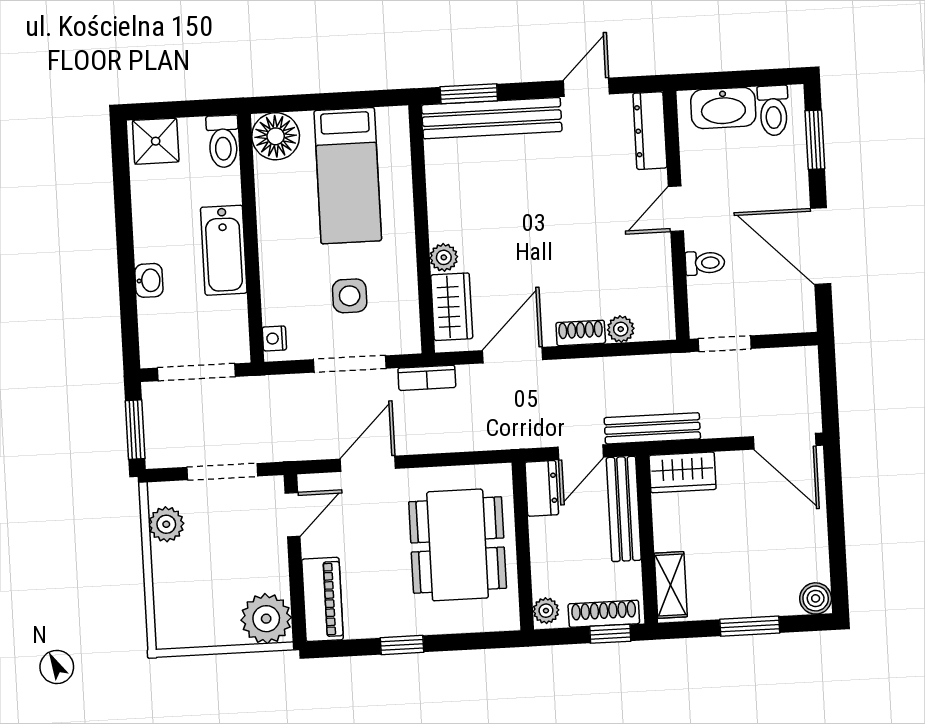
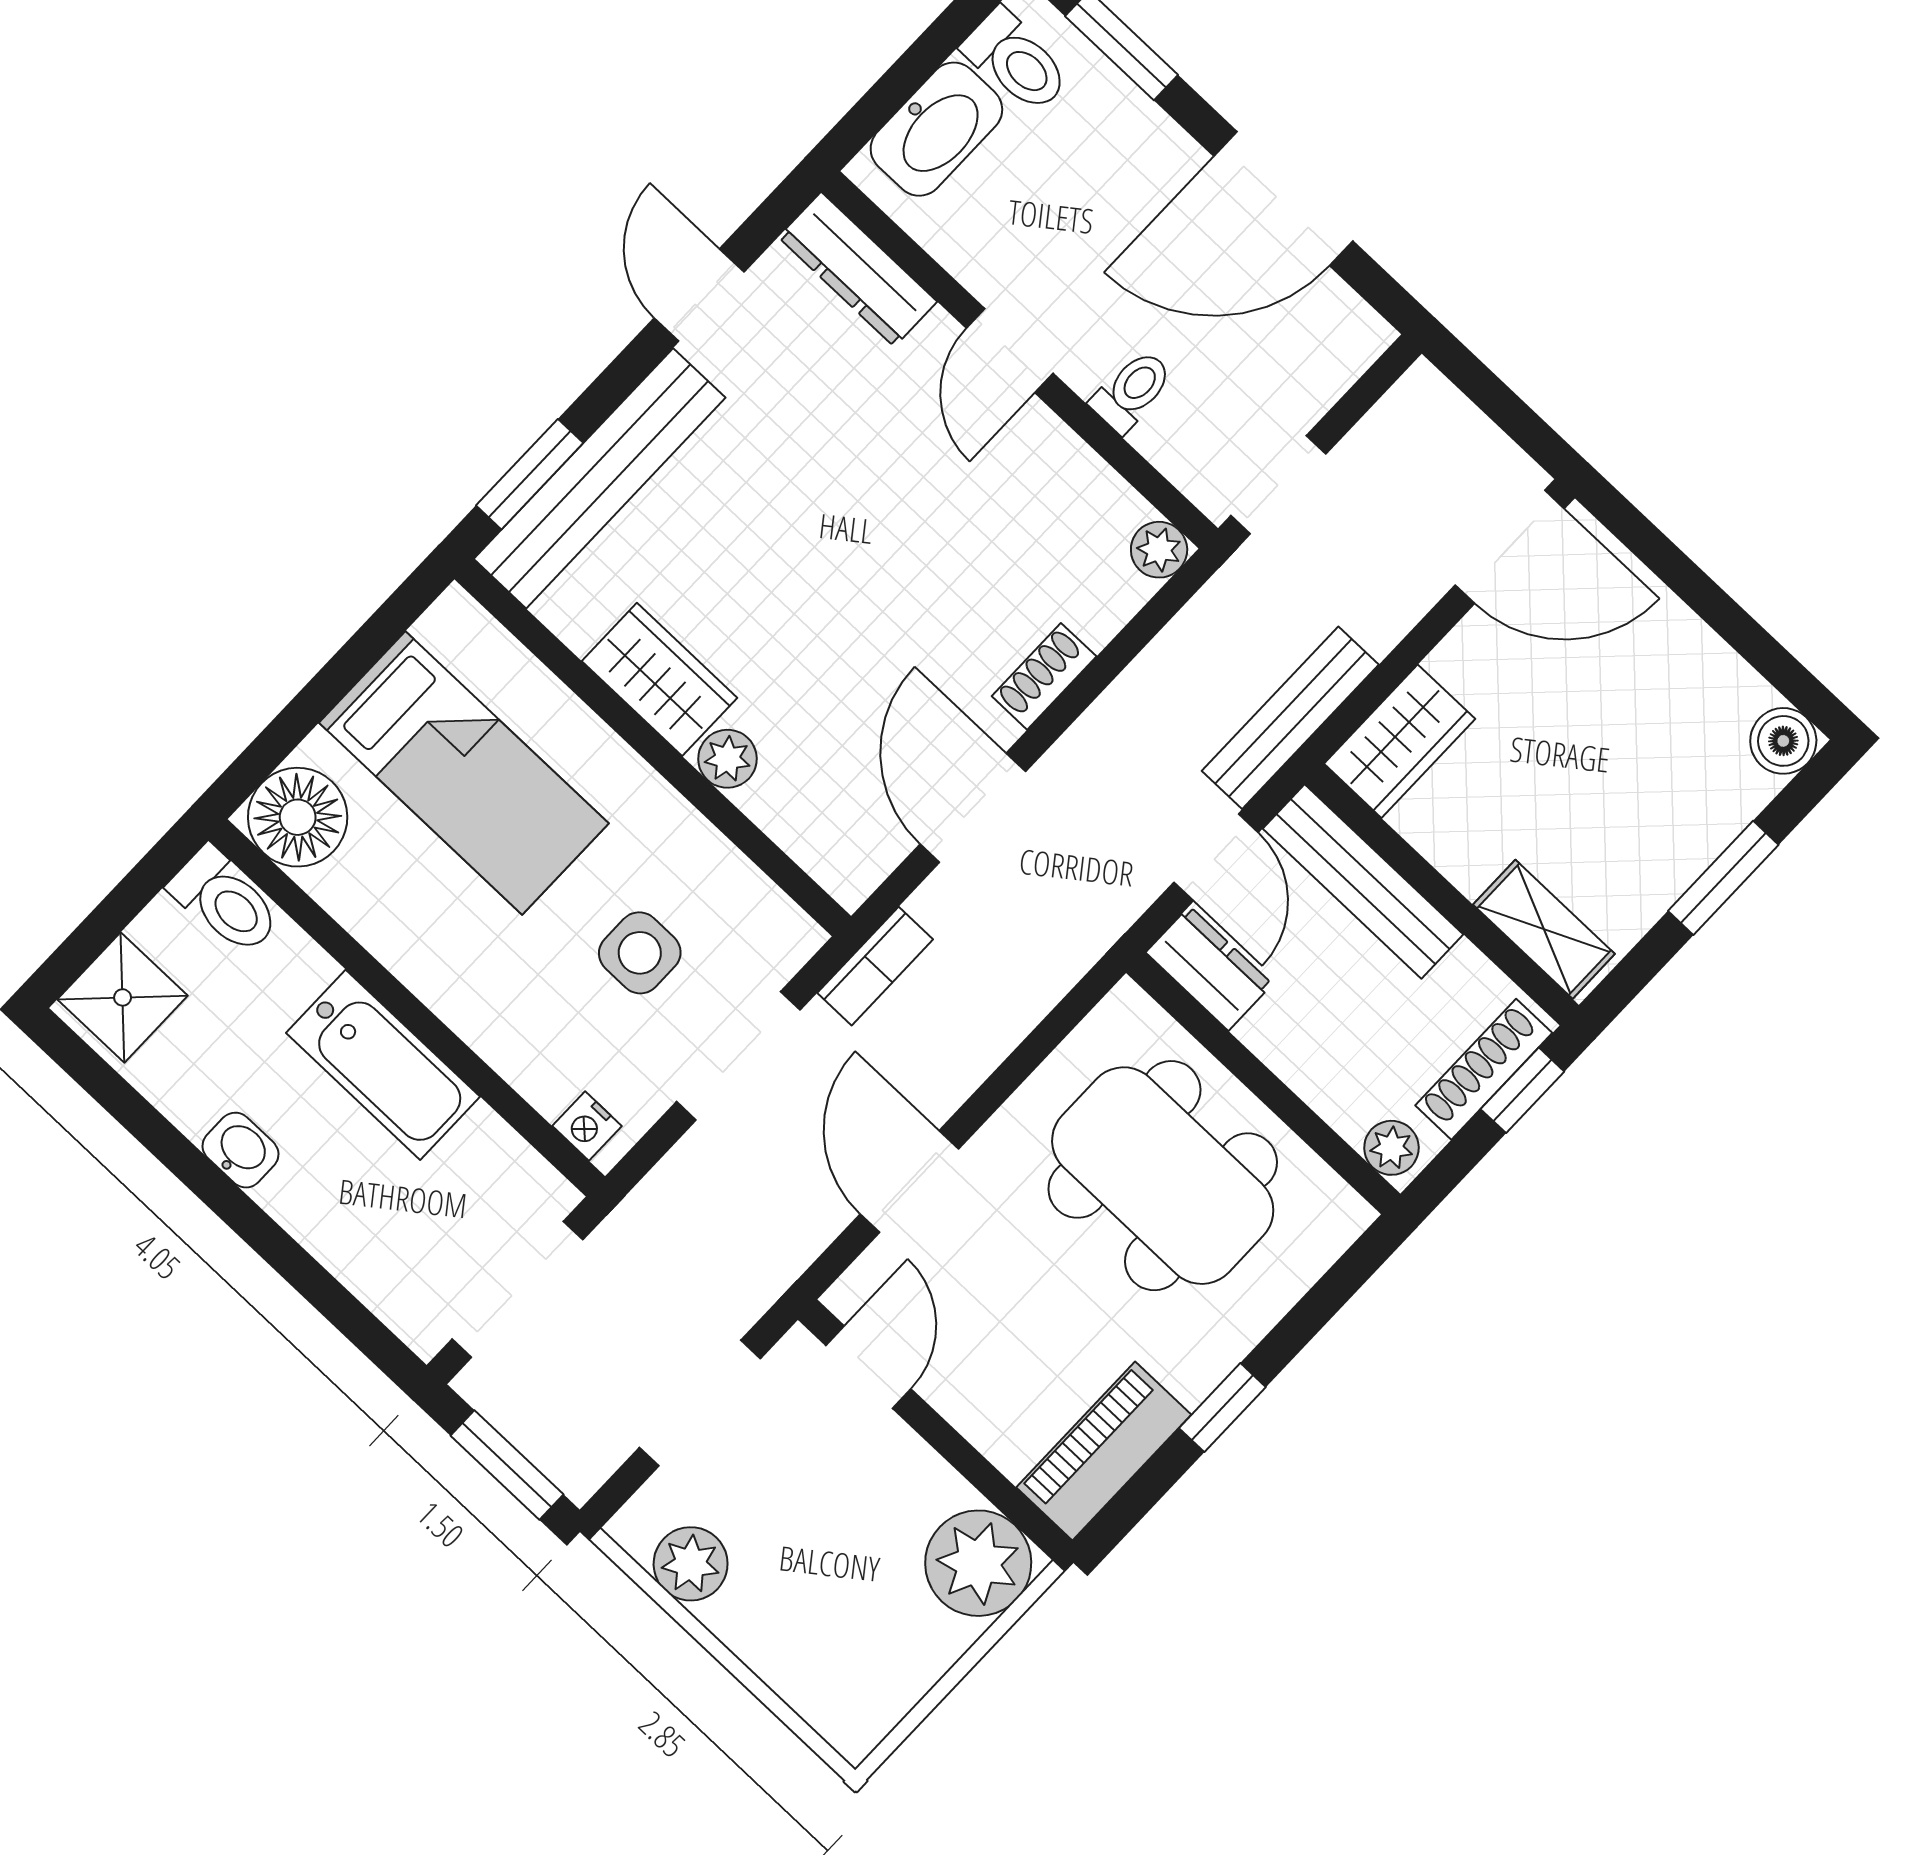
washbasin: (149, 280) -> (241, 1150), moved
wardrobe: (452, 307) -> (659, 679), moved
plant: (621, 329) -> (1159, 550), moved
piano: (322, 599) -> (1104, 1451), moved, turned -90

